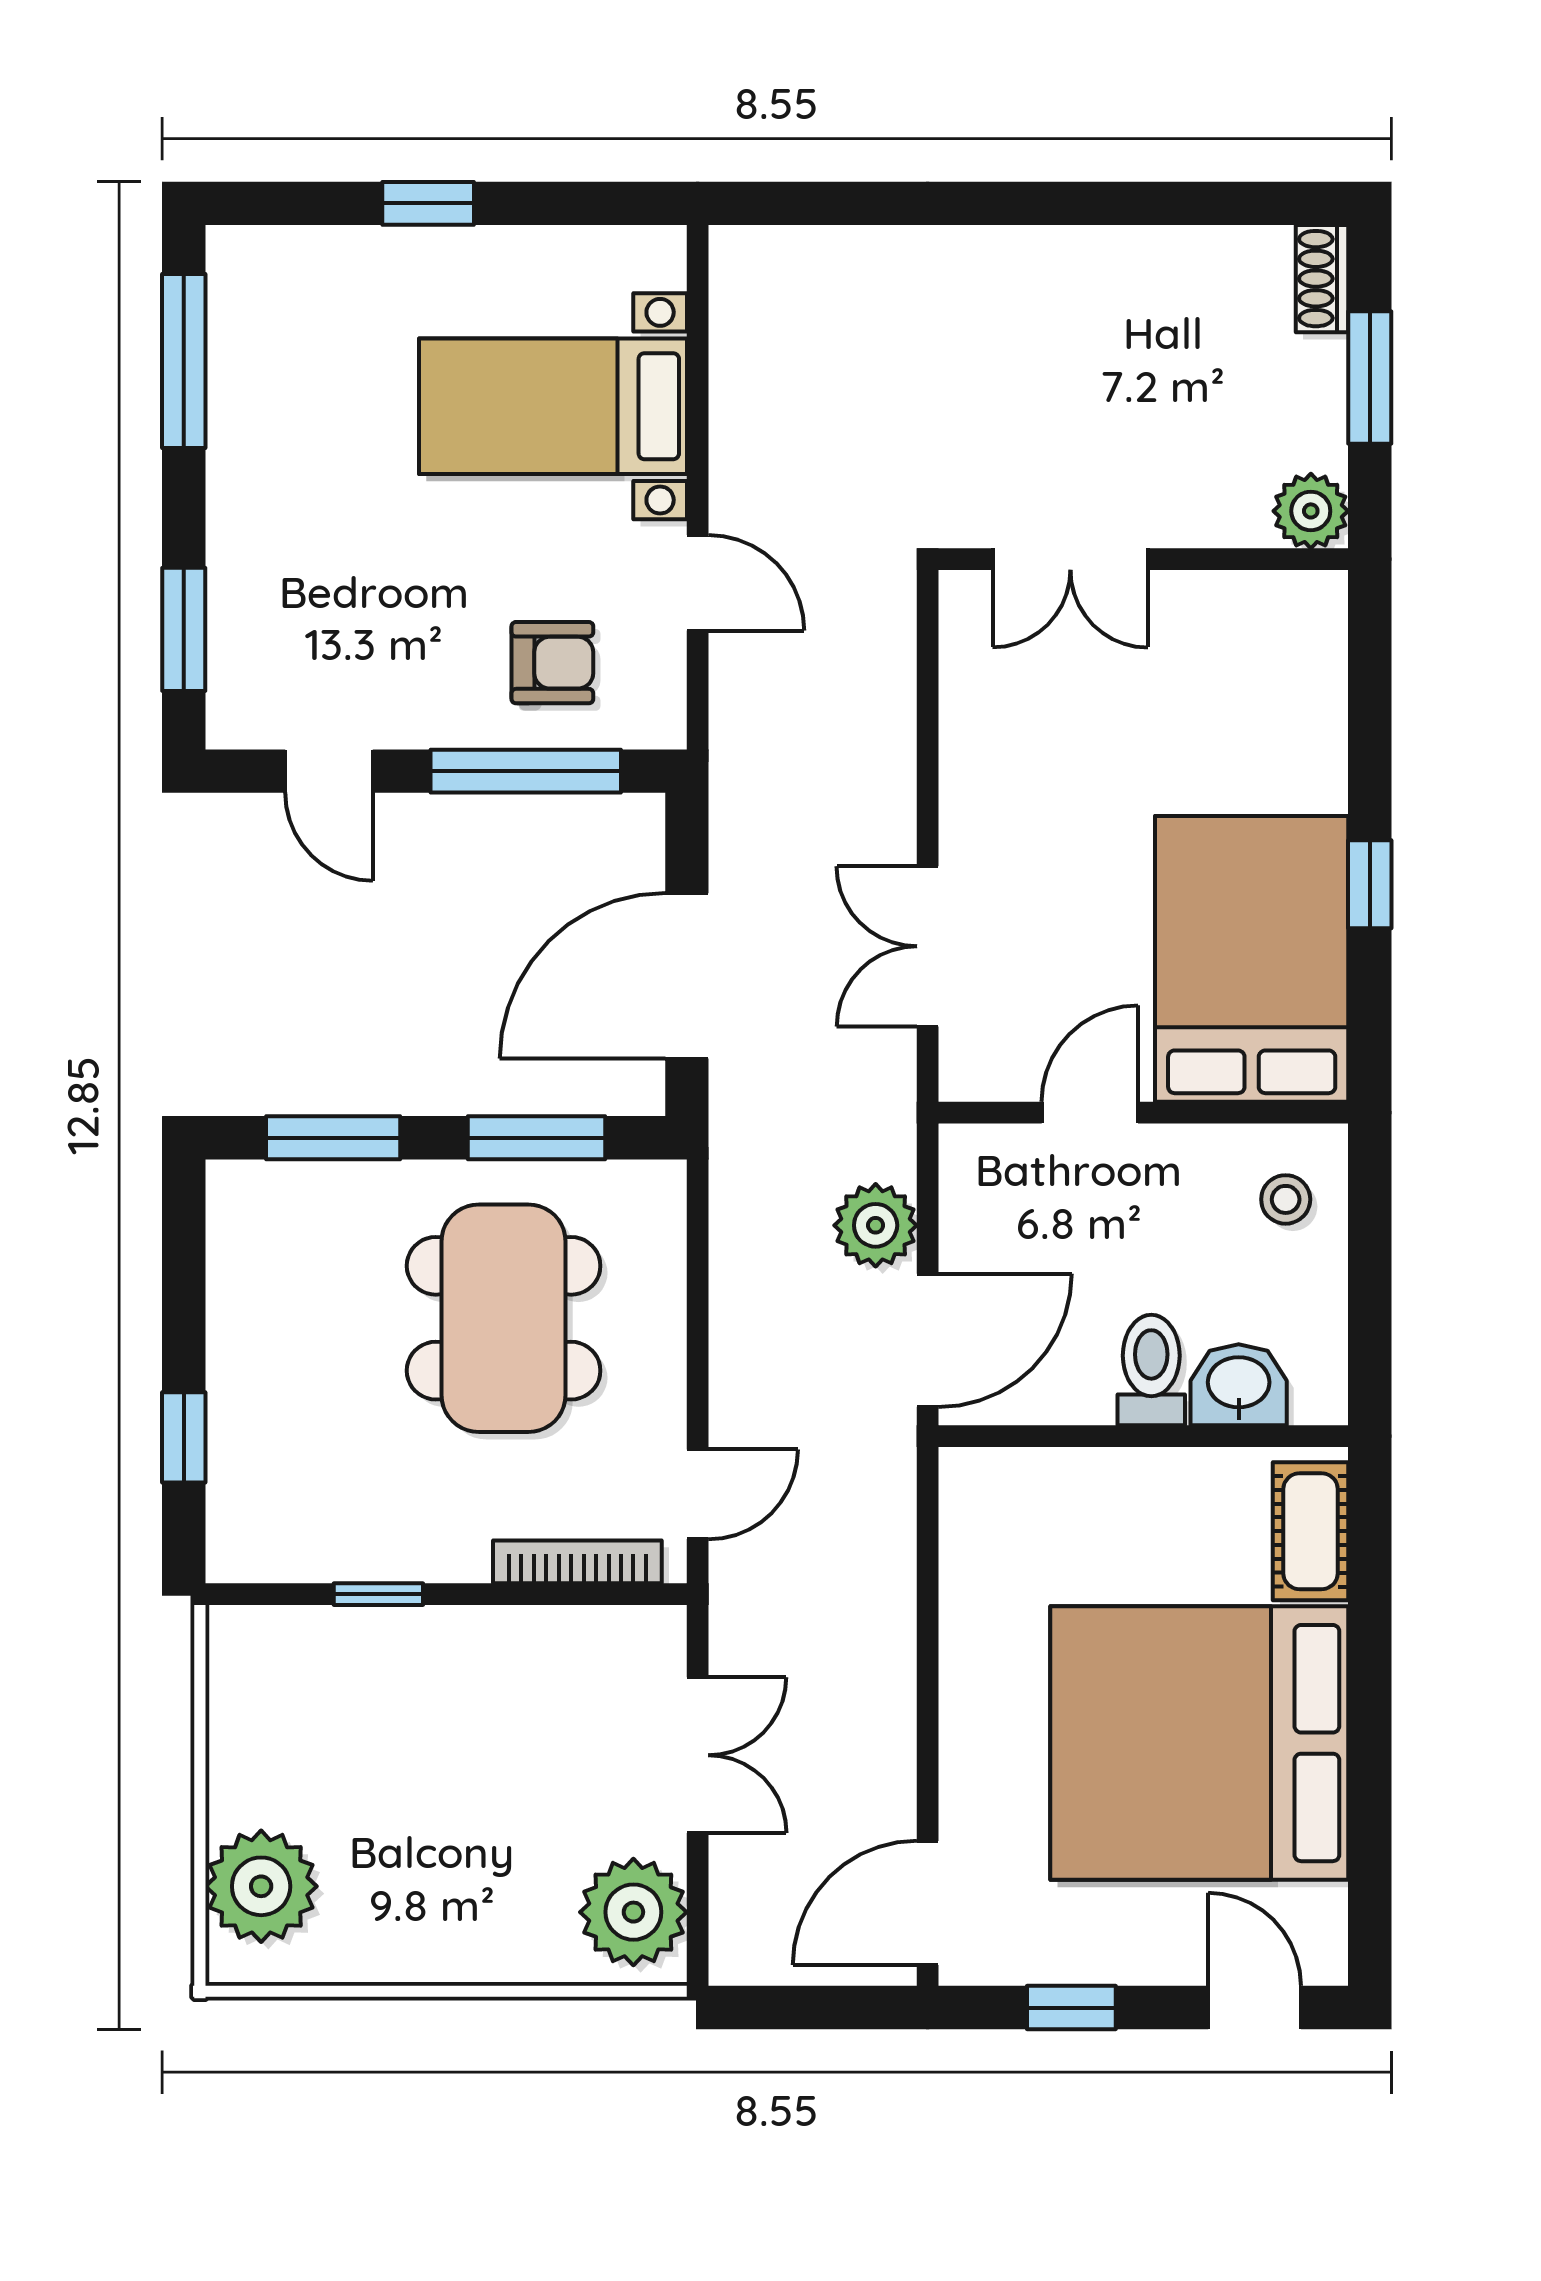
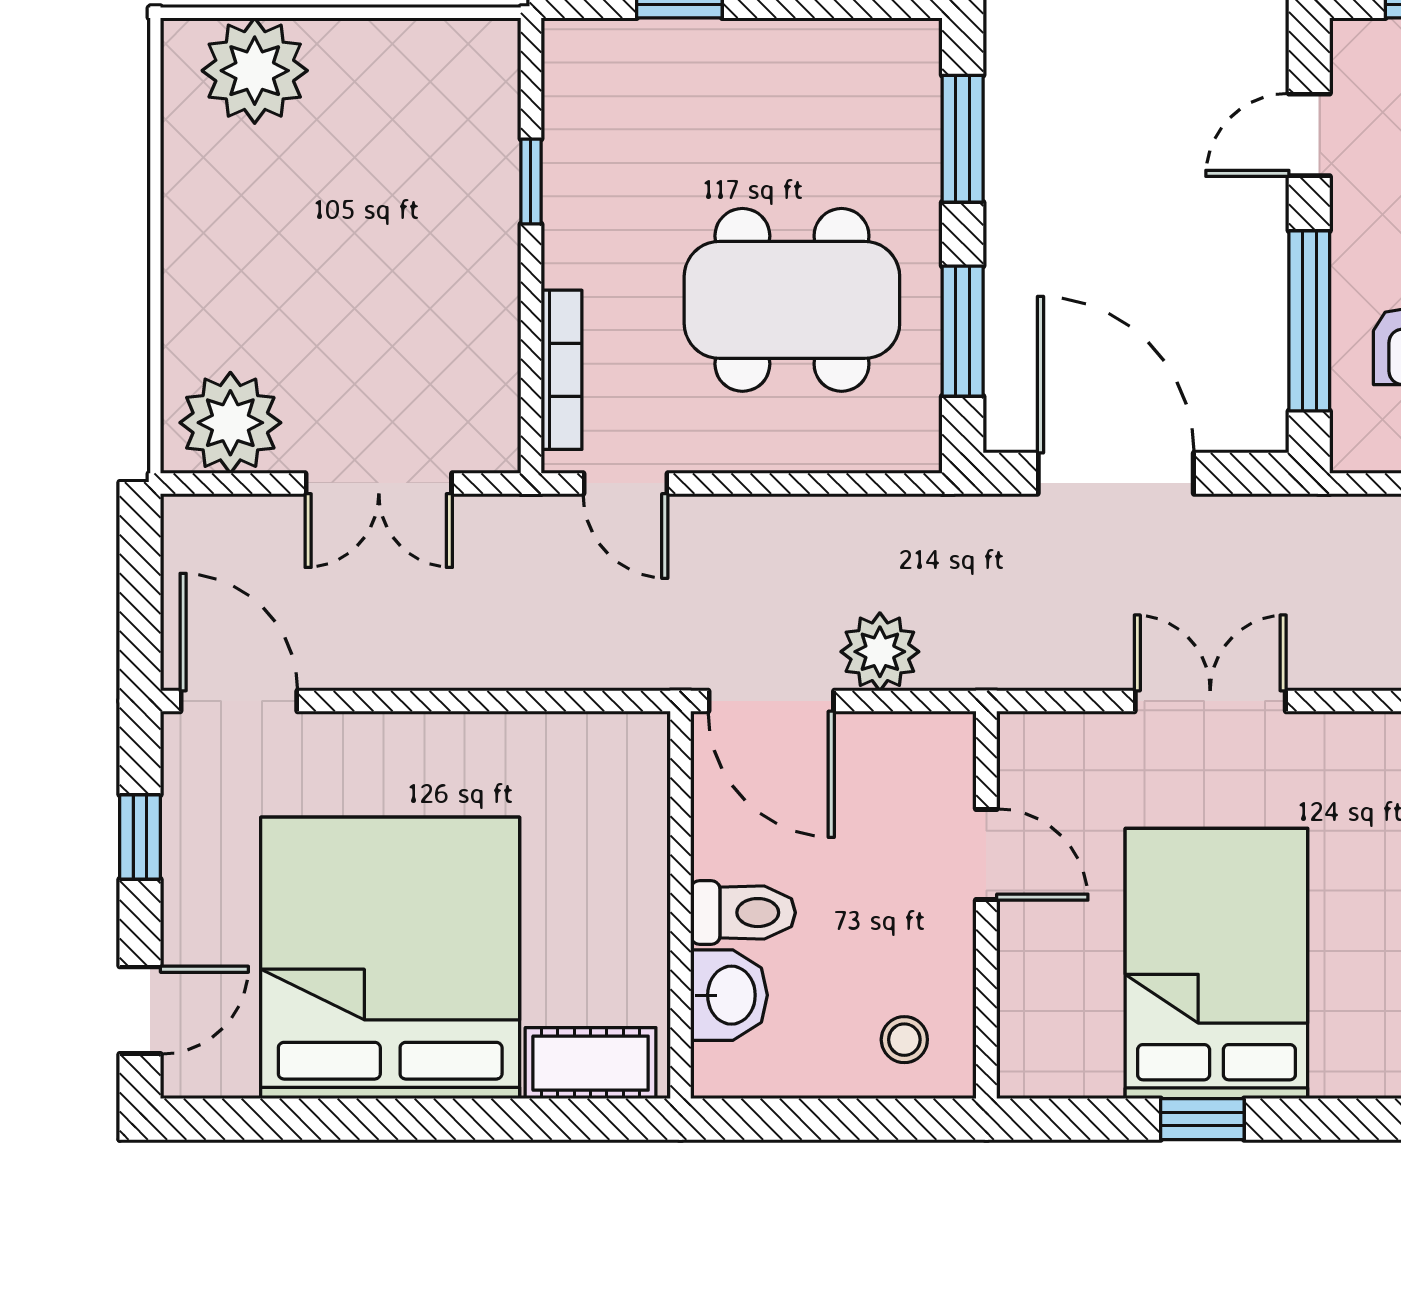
double door: (928, 946) -> (1210, 701), moved
bed: (1252, 959) -> (1216, 964), moved, turned -90

